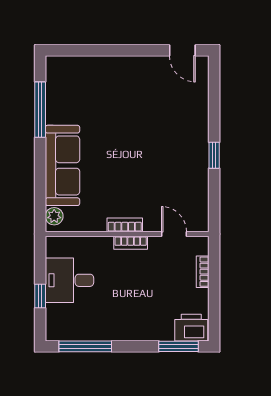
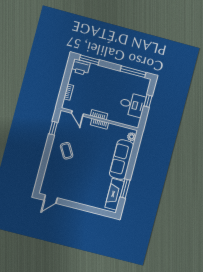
door: (182, 50) -> (51, 199), swing flipped
fireplace: (58, 93) -> (115, 194), added
window: (40, 110) -> (125, 188), width x0.69
coffee table: (176, 154) -> (67, 151), added
window: (214, 155) -> (53, 128), moved

